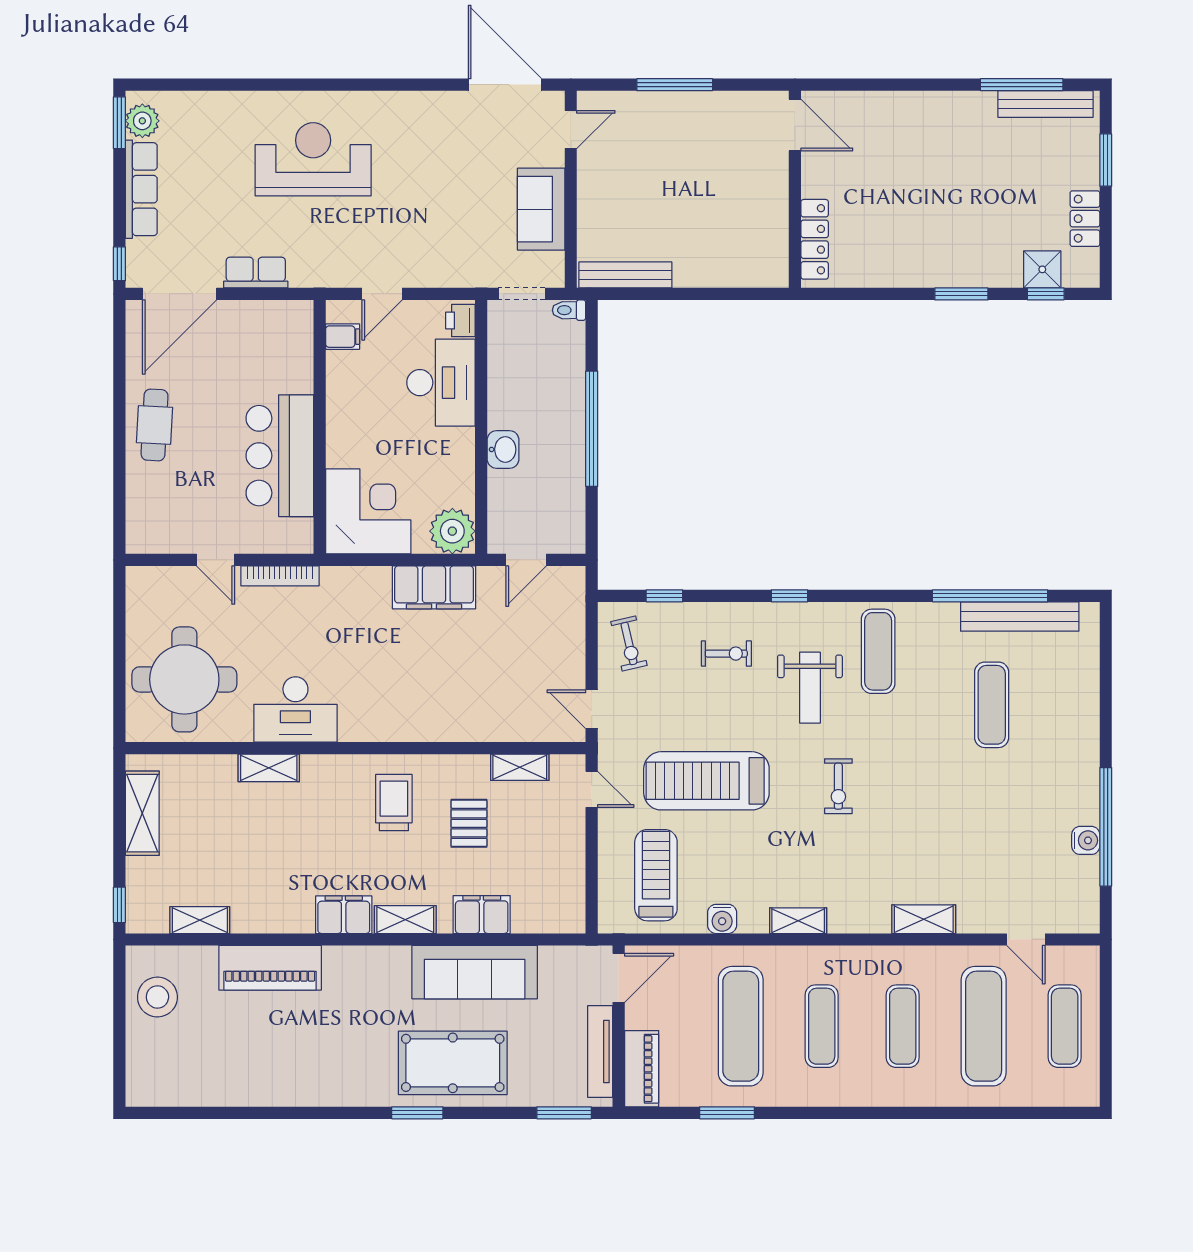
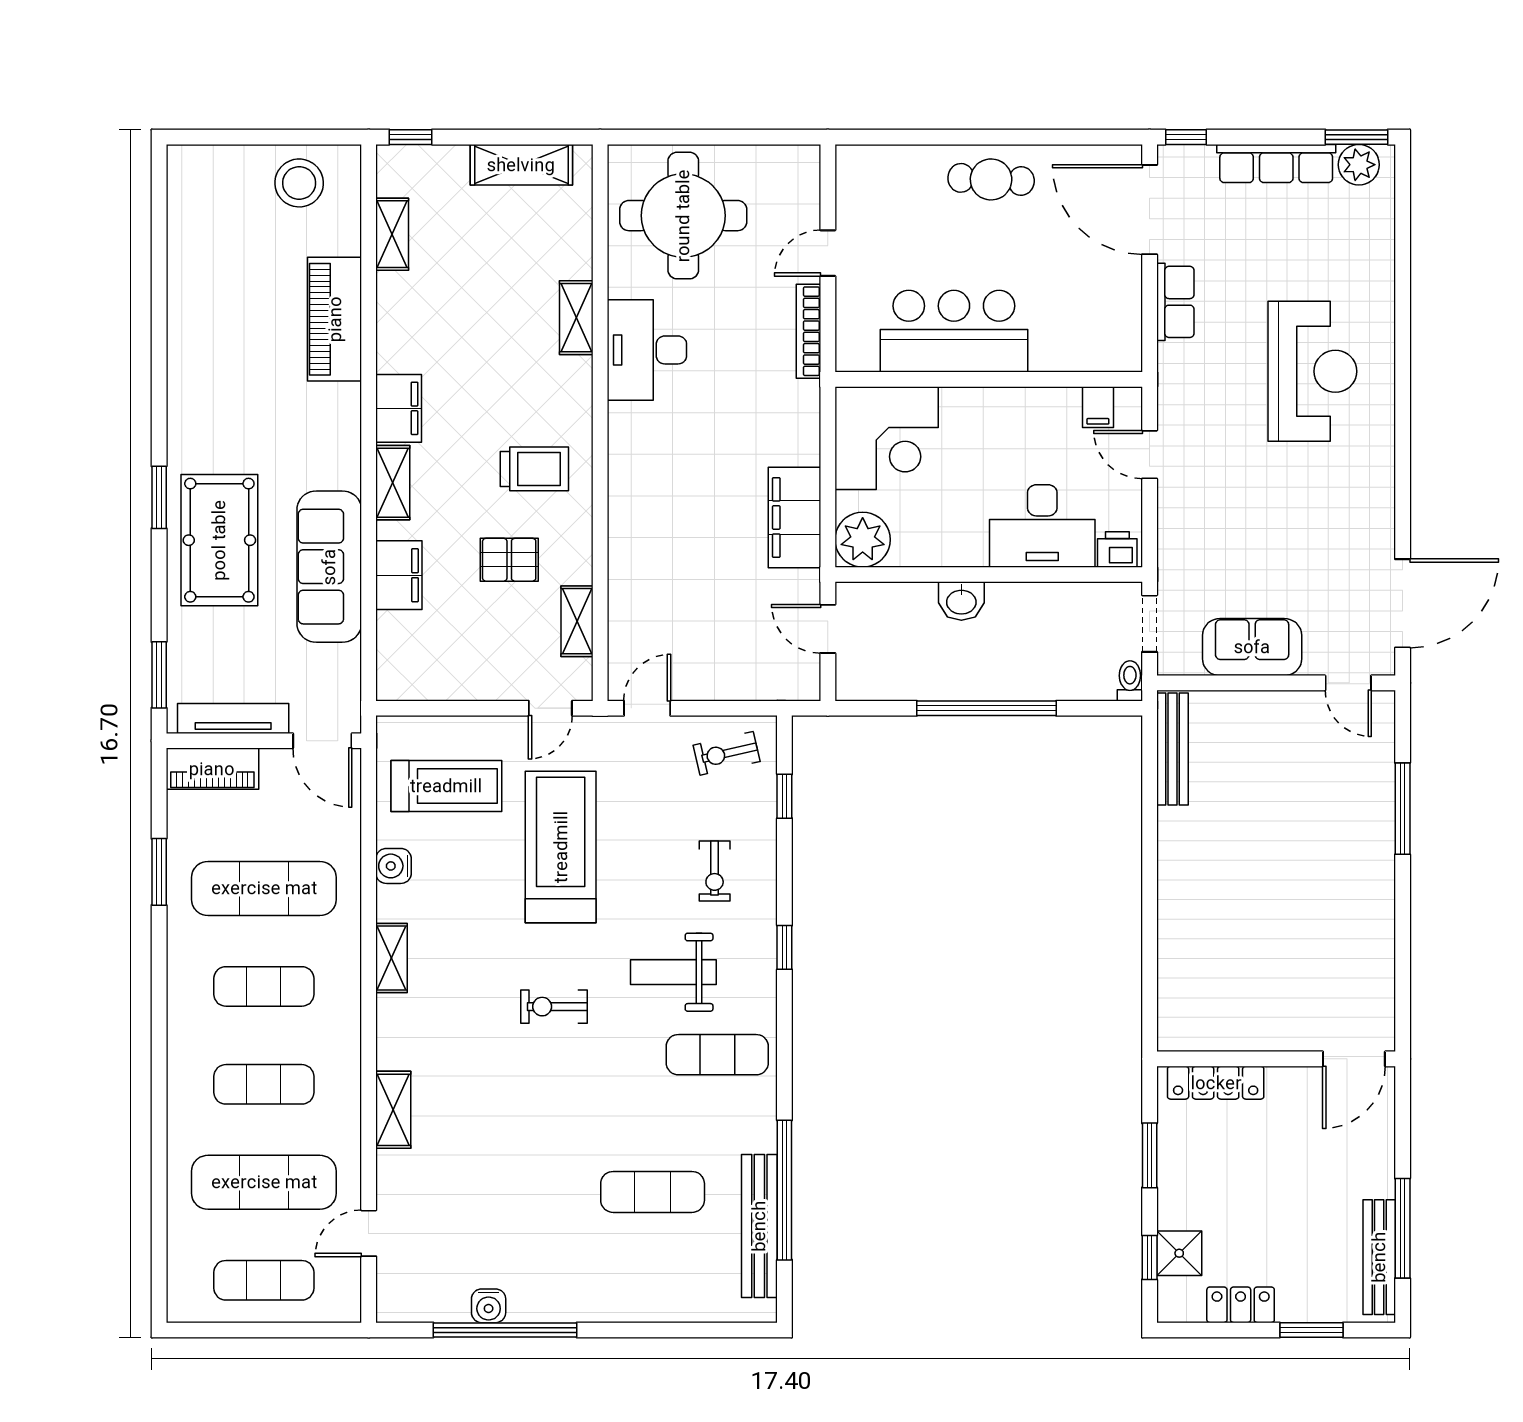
door: (795, 125) -> (1354, 1059), moved
wall: (795, 189) -> (1276, 1059), moved
locker: (815, 239) -> (1216, 1083), moved

